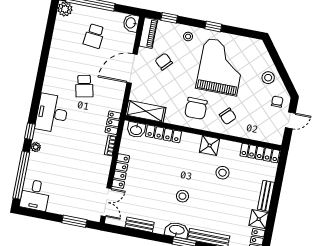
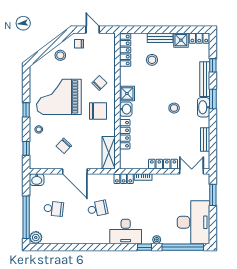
piano: (148, 33) -> (42, 163), removed
washbasin: (136, 130) -> (126, 109), moved
stool: (223, 173) -> (152, 60), moved
desk: (35, 195) -> (193, 222), width x1.87, depth x1.30

